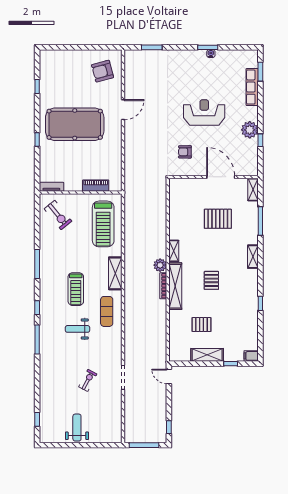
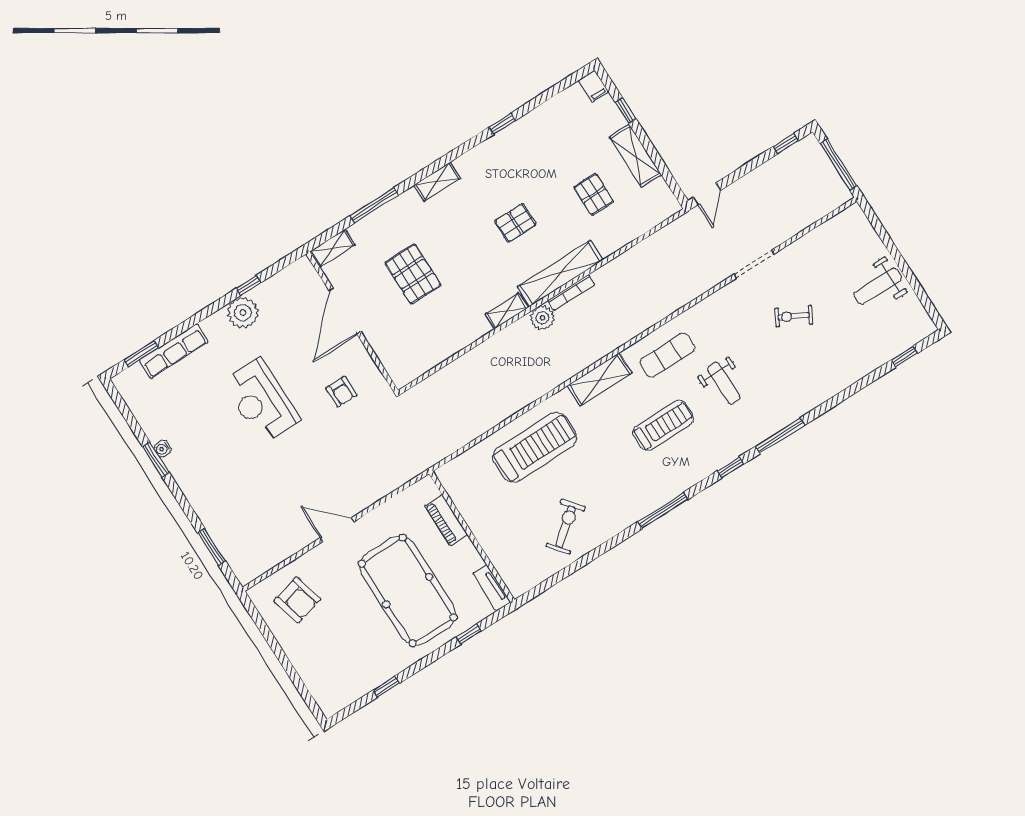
piano: (96, 186) -> (446, 520), moved
tv unit: (51, 187) -> (492, 588), moved
wall: (81, 193) -> (472, 537), moved

